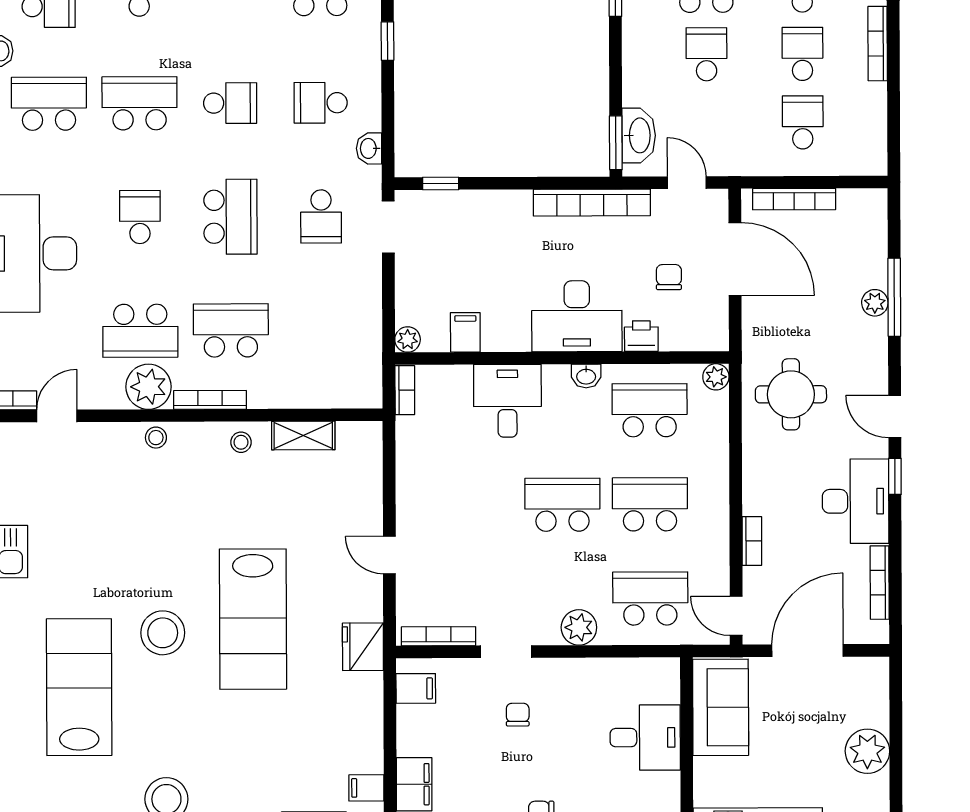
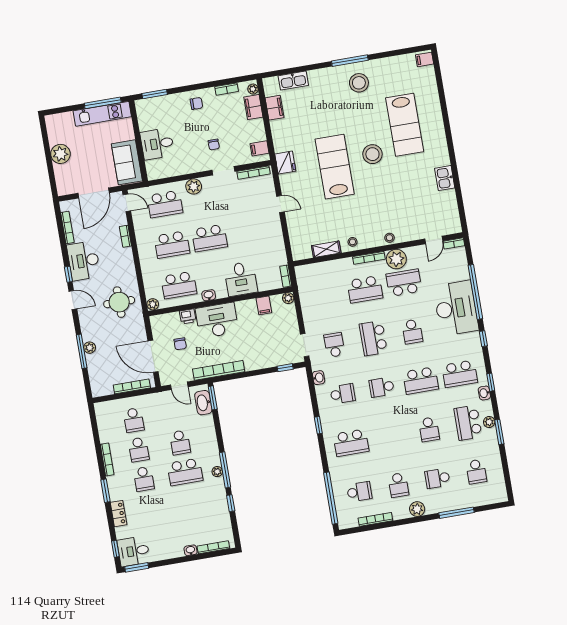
filing cabinet: (366, 788) -> (275, 108), width x2.00

